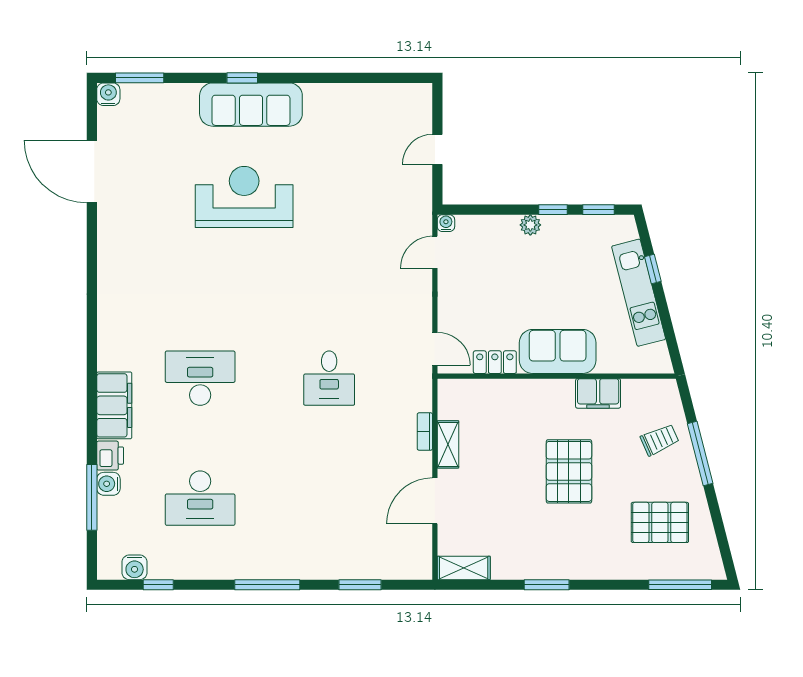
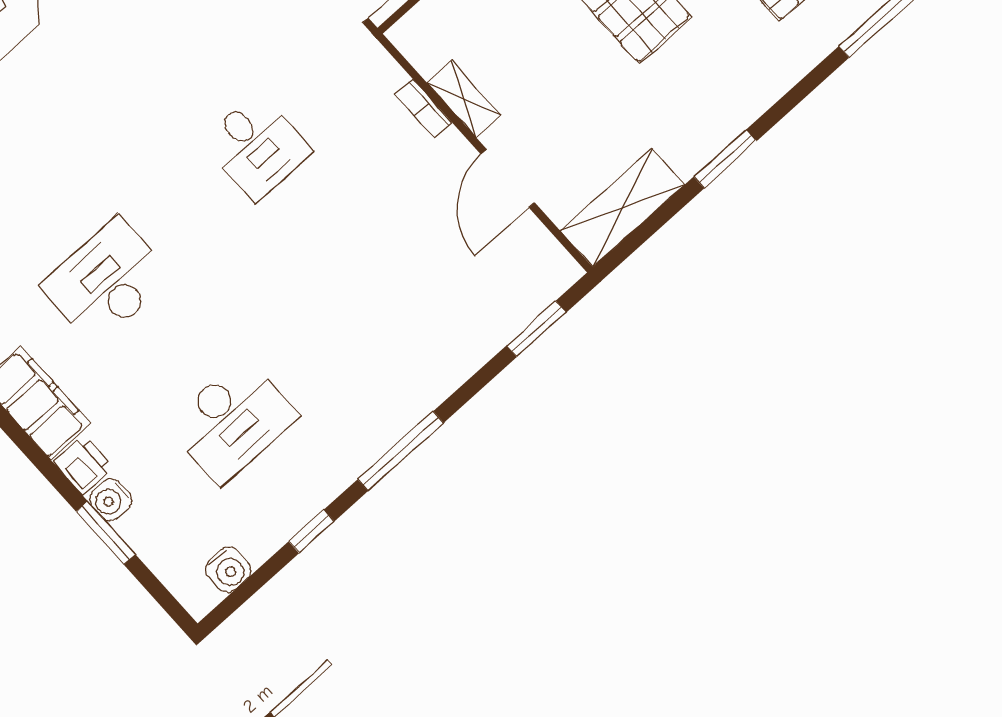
window: (92, 497) -> (106, 533), width x0.69
shelving: (464, 568) -> (622, 208), width x1.50, depth x1.33
window: (158, 585) -> (311, 531), moved
window: (360, 585) -> (536, 329), moved

